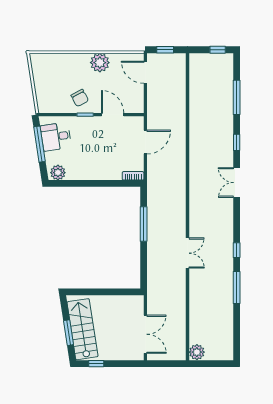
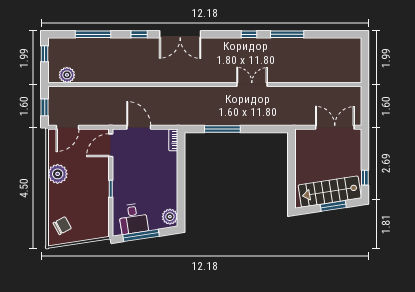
chair: (80, 98) -> (62, 226), moved
door: (113, 115) -> (111, 145), moved
double door: (237, 183) -> (180, 34), width x1.37
plant: (197, 352) -> (67, 75), moved

